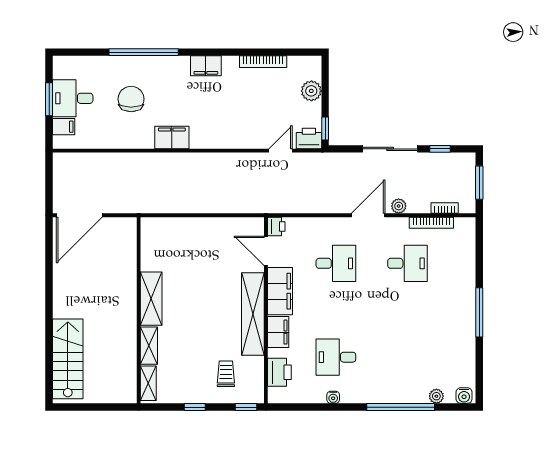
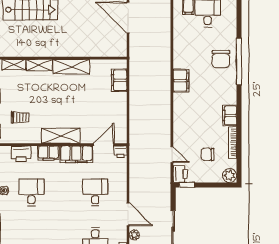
filing cabinet: (206, 66) -> (230, 115), moved
plant: (311, 91) -> (230, 176), moved
chair: (280, 98) -> (208, 154), added
chair: (131, 99) -> (221, 59), moved, turned 90
filing cabinet: (171, 228) -> (119, 80), added
desk: (336, 263) -> (95, 192), turned 180
shelving: (253, 314) -> (61, 136), width x0.68

